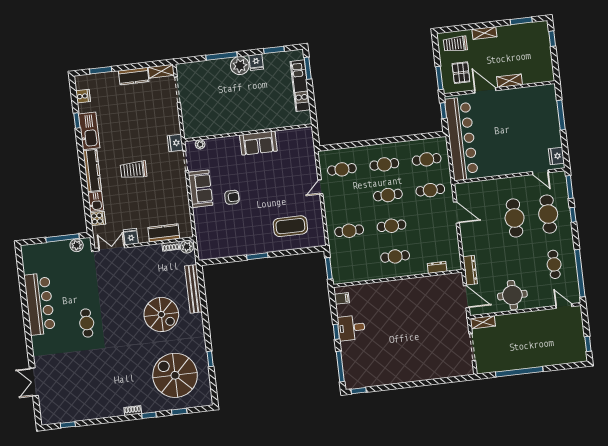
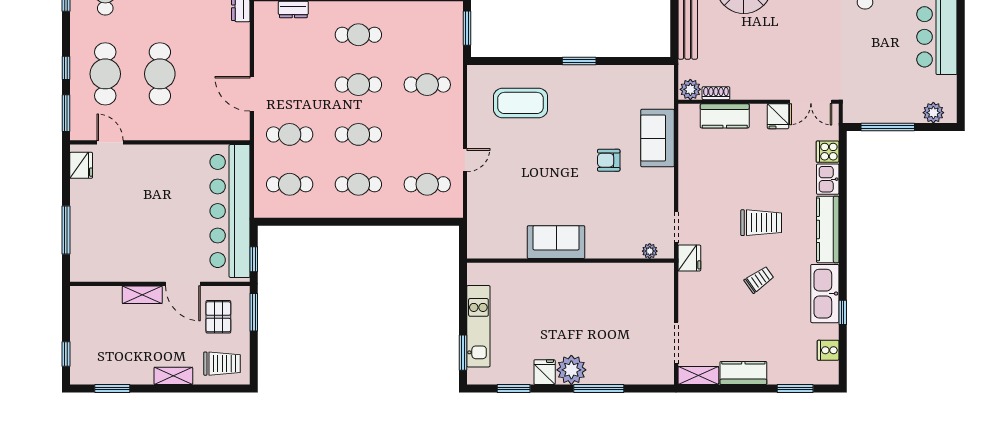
trolley: (131, 135) -> (759, 280), added
sofa: (200, 189) -> (657, 138), moved
plant: (77, 245) -> (933, 113), moved

